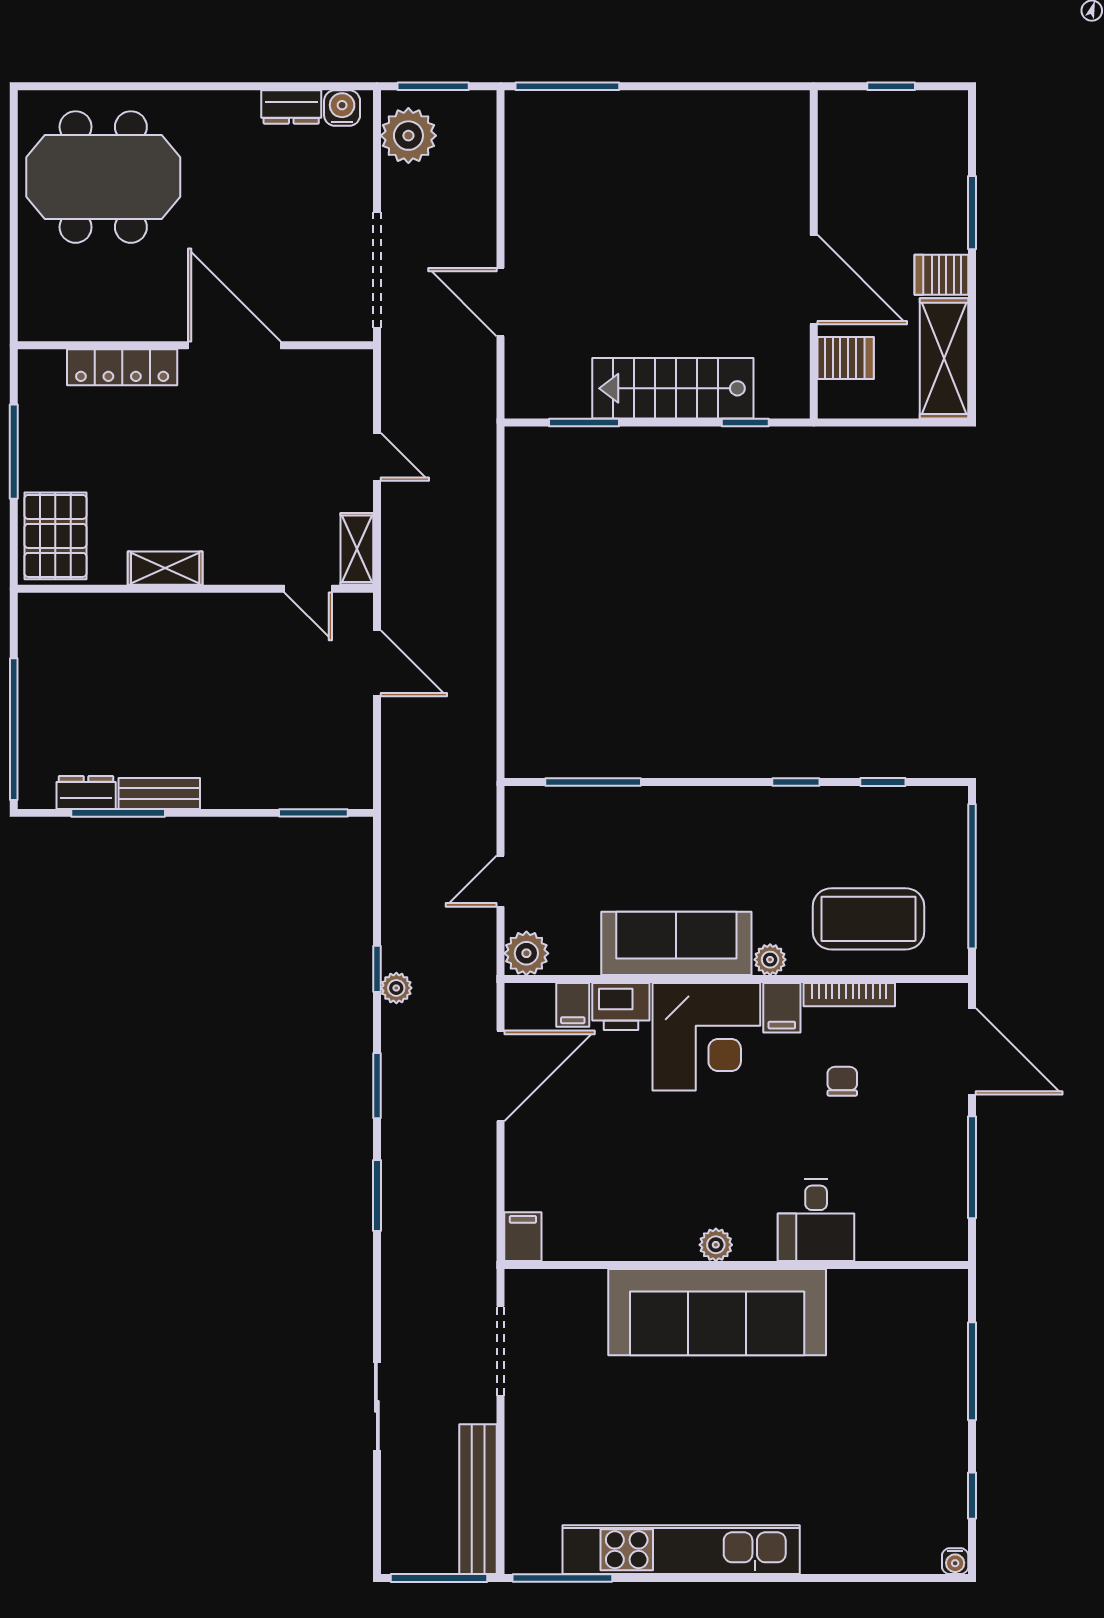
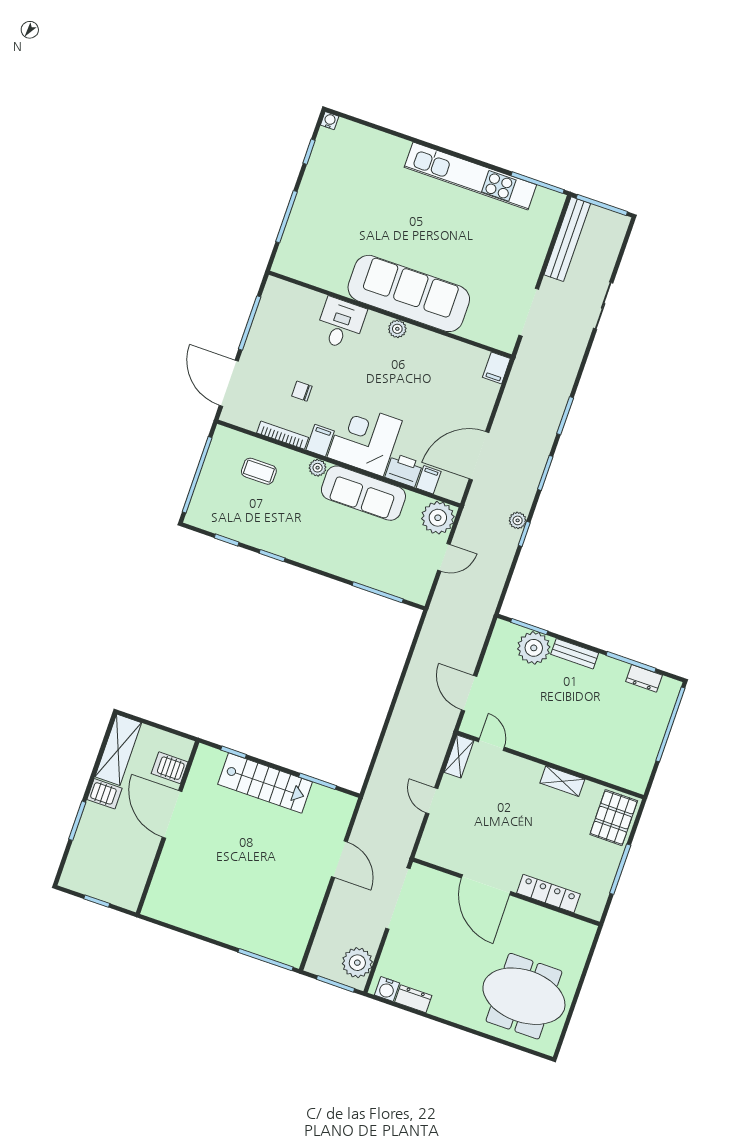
plant: (293, 779) -> (534, 648), added
bench: (159, 794) -> (575, 654), moved
coffee table: (869, 919) -> (259, 471), width x0.54, depth x0.58
plant: (526, 953) -> (438, 518), width x1.36, depth x1.36
chair: (842, 1081) -> (302, 391), turned 90

